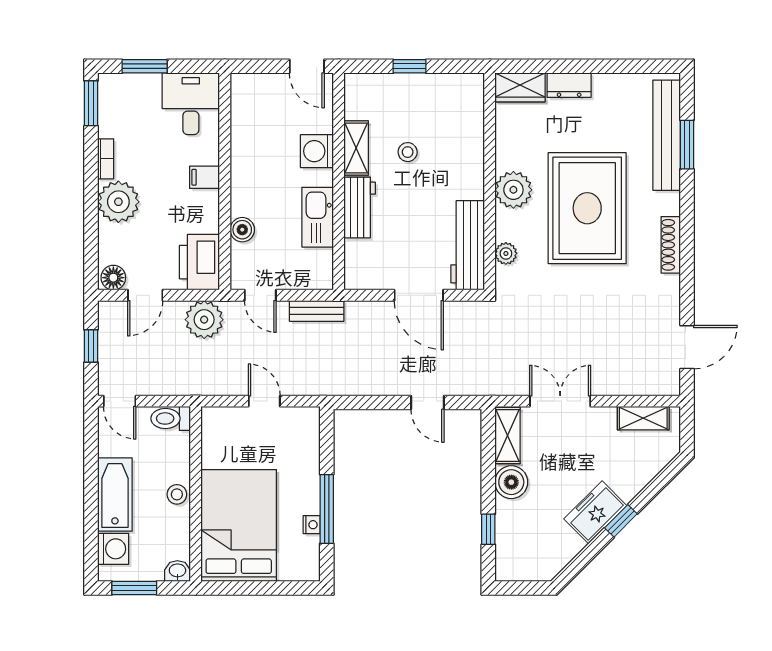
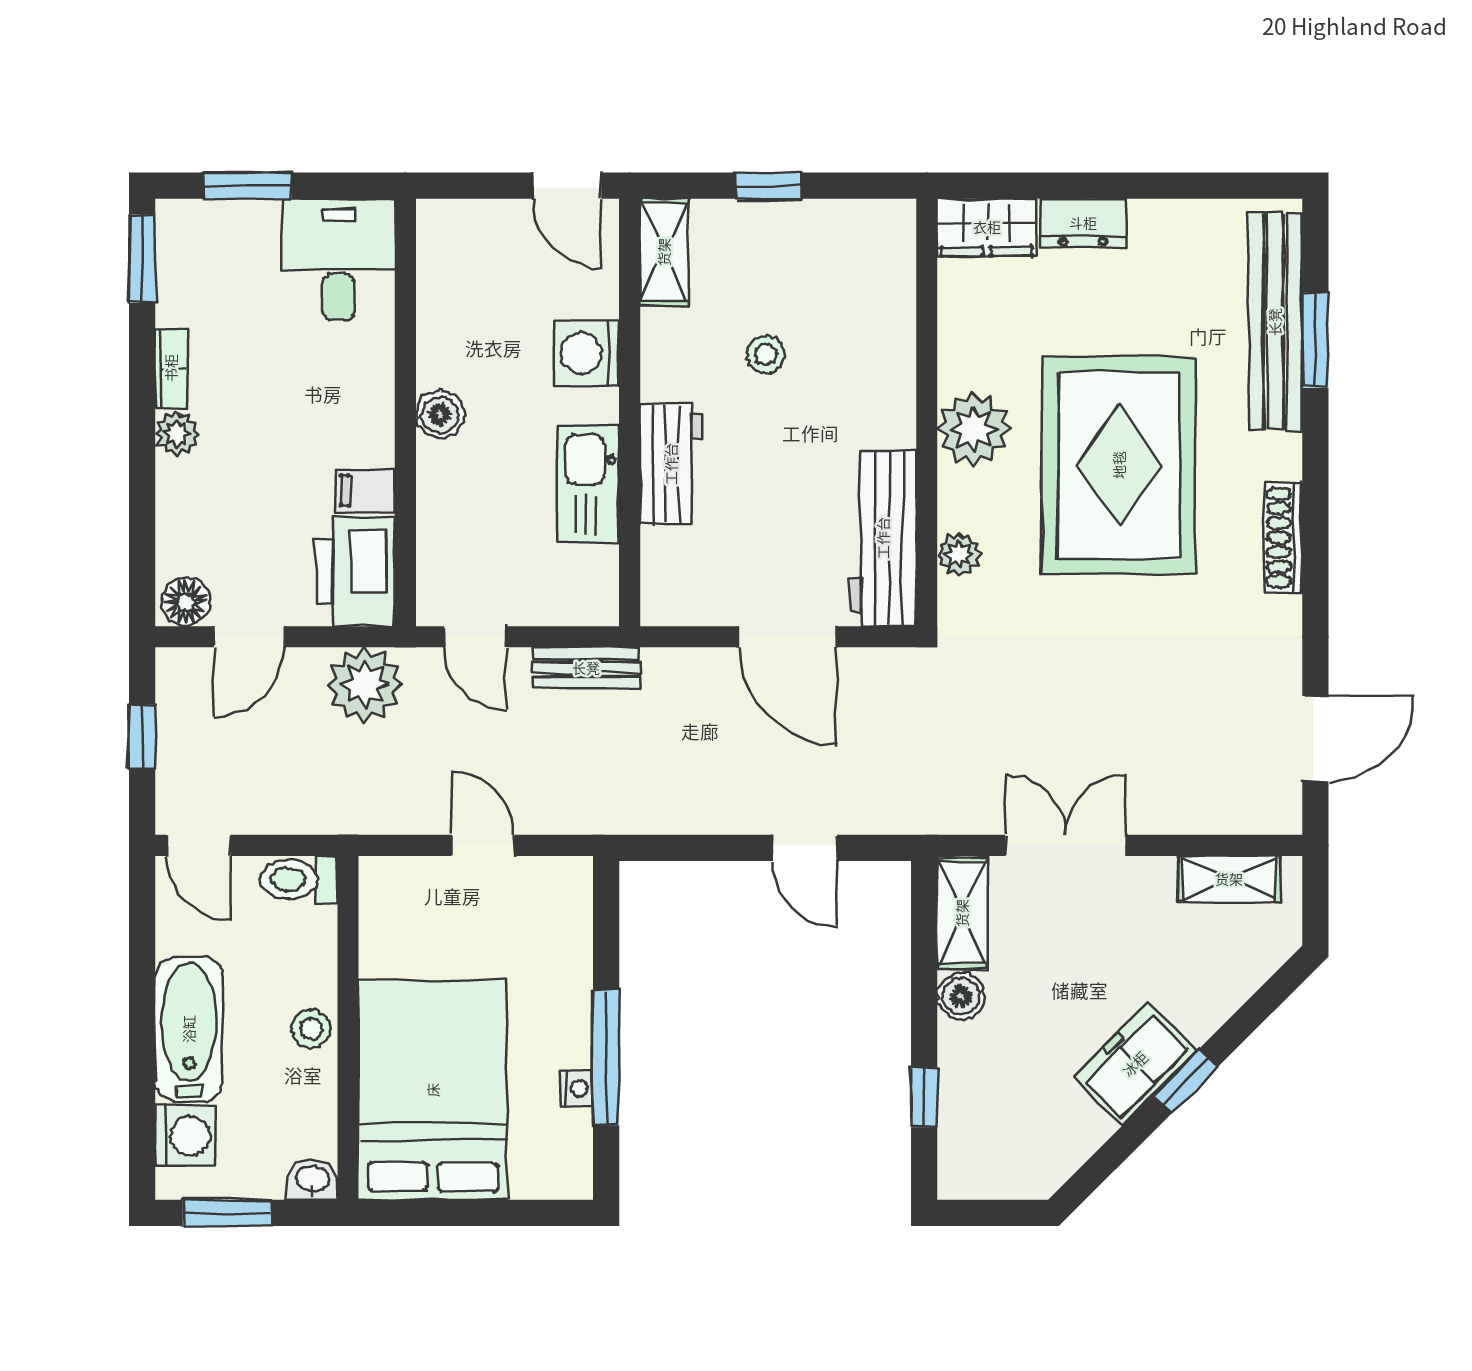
shelving: (356, 148) -> (664, 252), moved
filing cabinet: (205, 177) -> (366, 491), moved
plant: (118, 202) -> (177, 434), width x0.53, depth x0.53
boiler: (242, 230) -> (440, 415), moved
boiler: (511, 482) -> (961, 996), width x0.73, depth x0.73

